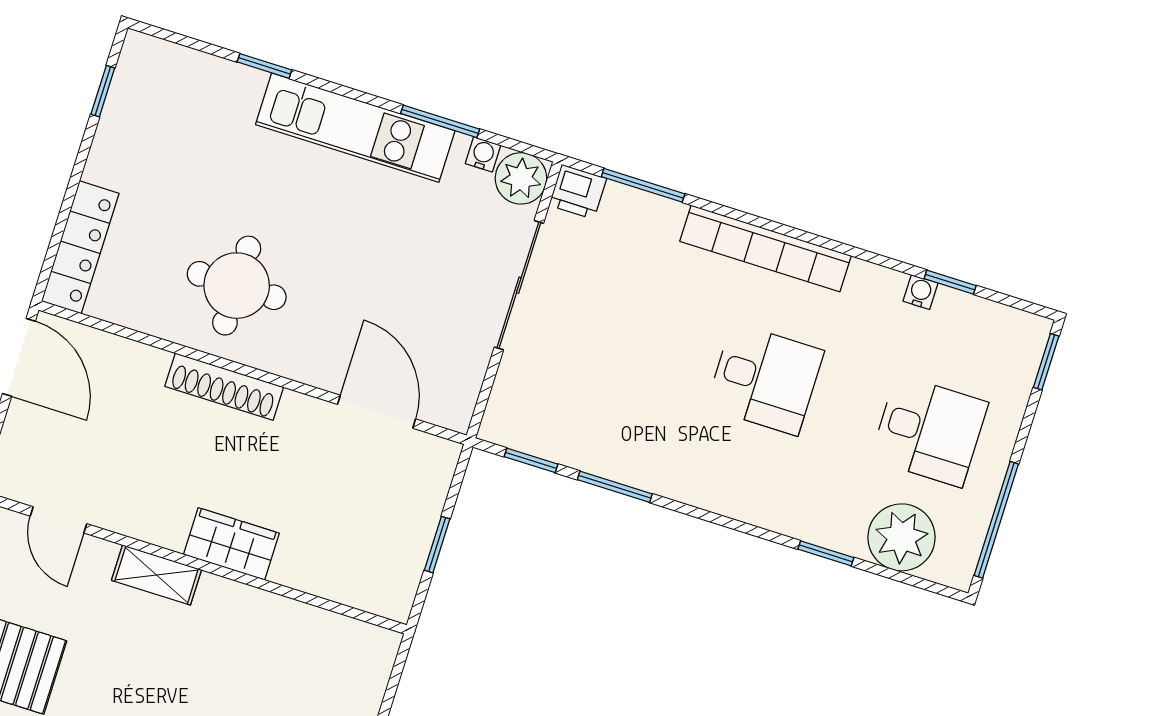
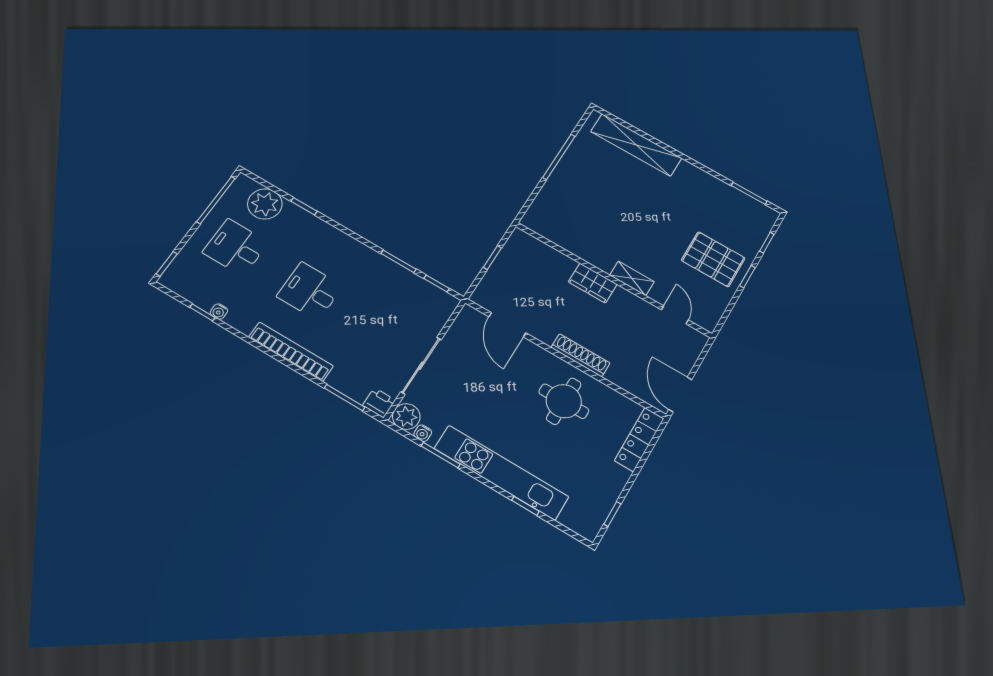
kitchen unit: (355, 128) -> (501, 472), width x1.36

